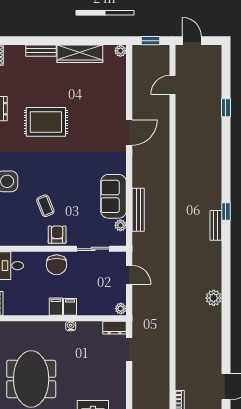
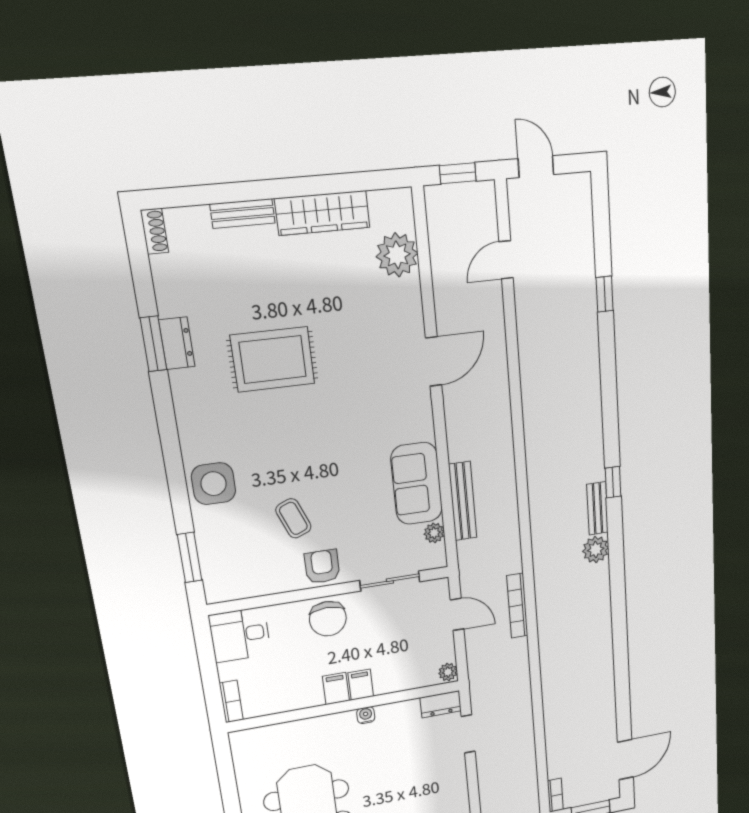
plant: (120, 51) -> (397, 255), moved, width x1.88, depth x1.88
bookcase: (165, 276) -> (517, 606), added
plant: (214, 298) -> (596, 550), moved

